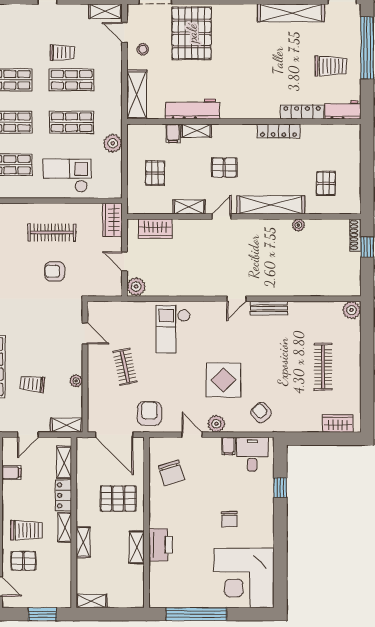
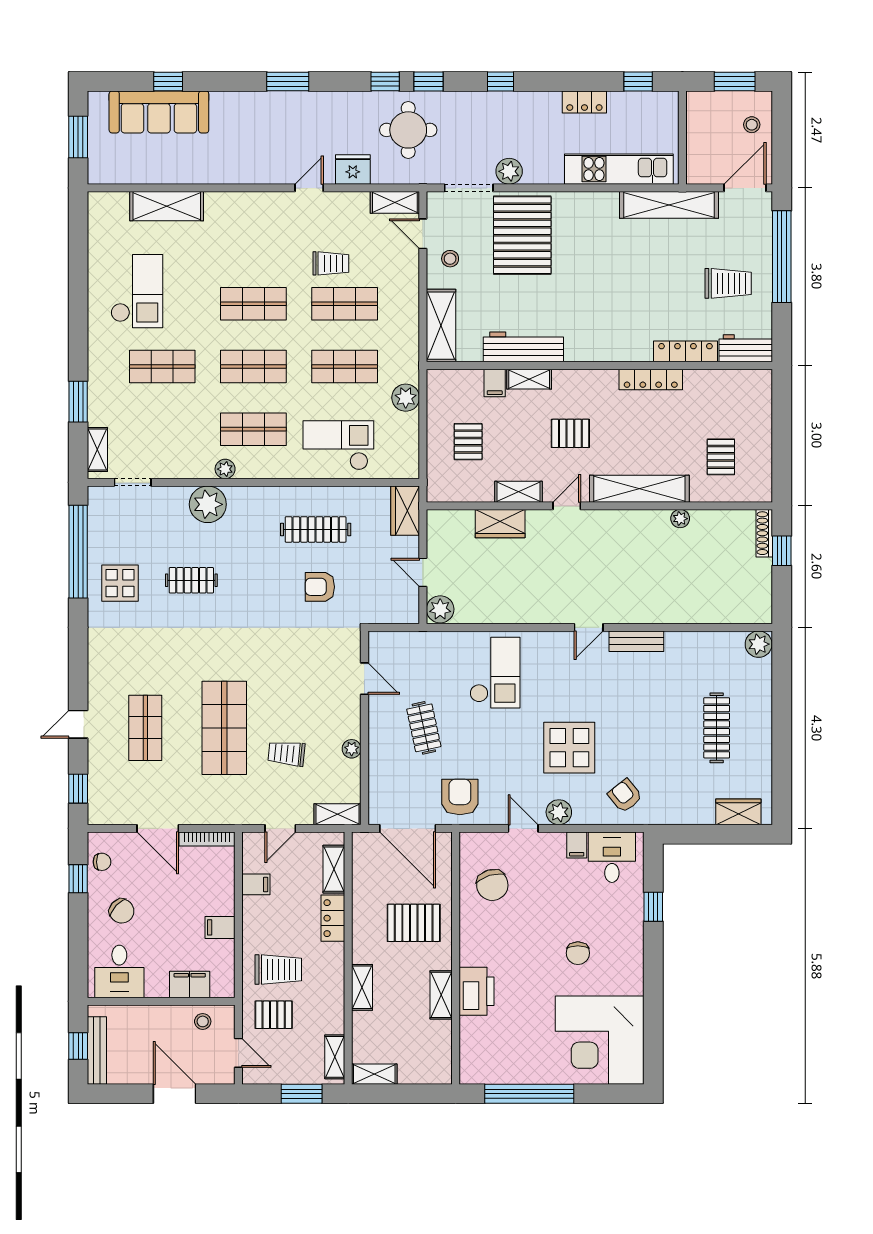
wardrobe: (155, 229) -> (500, 524), moved
checkout: (173, 329) -> (495, 673), turned 180
shelving: (65, 527) -> (335, 1057), moved

